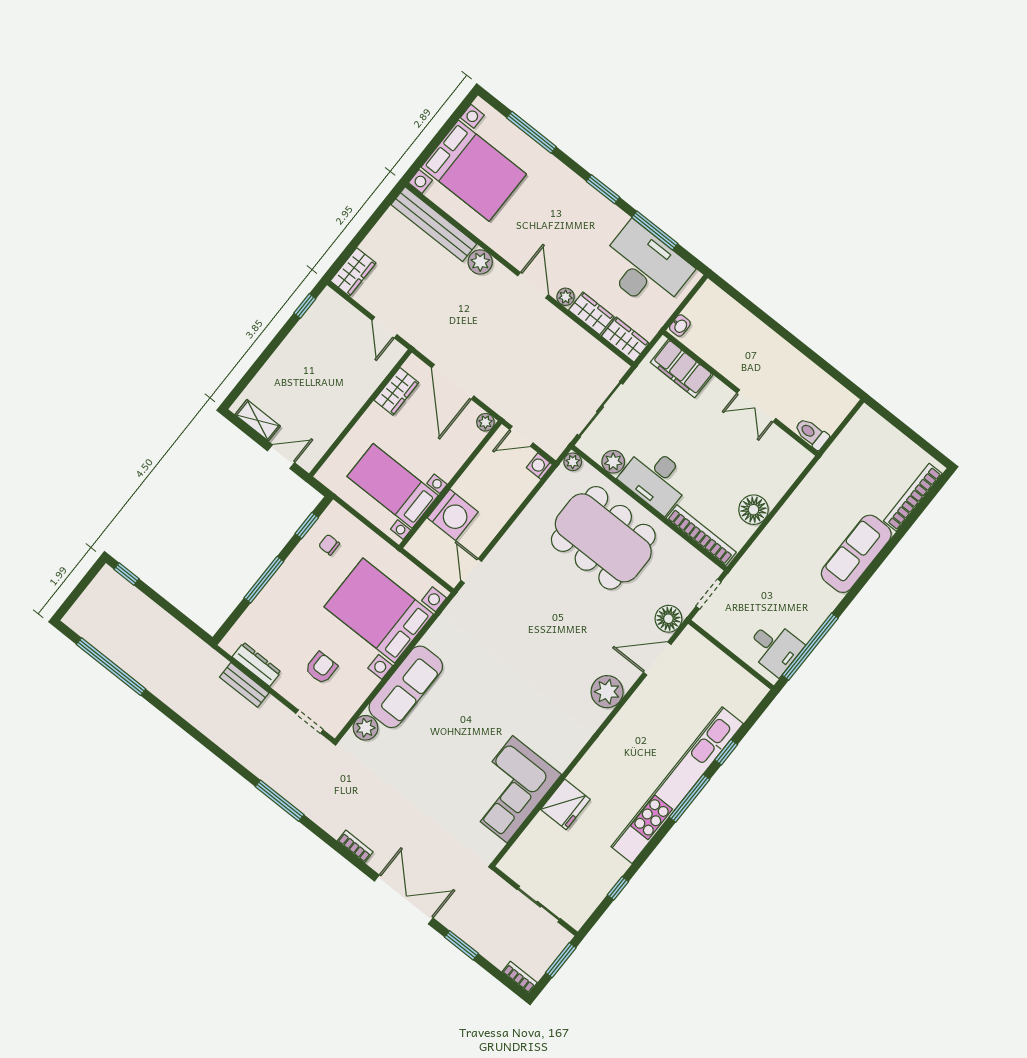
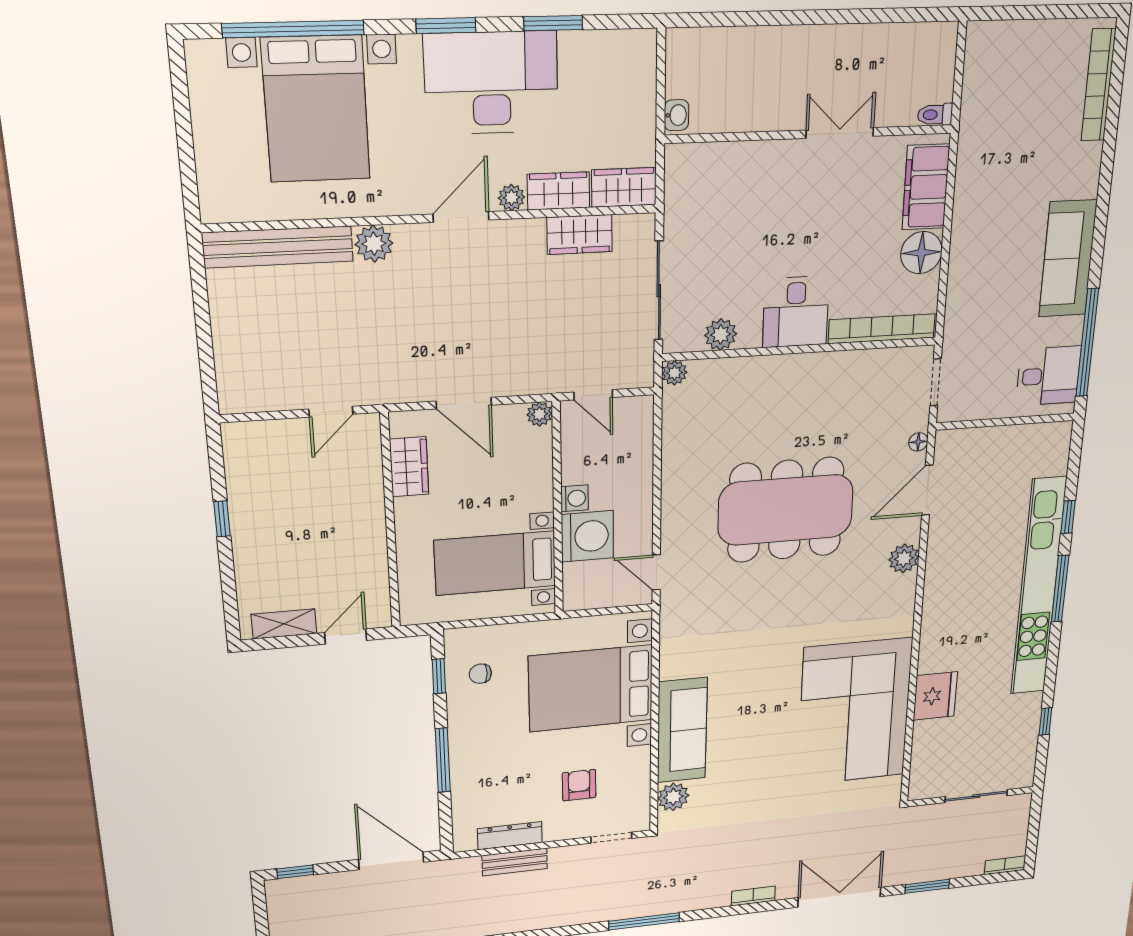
window: (531, 132) -> (293, 29), width x1.46
bed with nightstands: (474, 171) -> (316, 109), moved, turned 90
window: (655, 230) -> (553, 23), width x0.69
desk: (645, 267) -> (491, 83), moved
wardrobe: (353, 272) -> (580, 235), moved, turned 90
door: (533, 285) -> (461, 217), hinge flipped
window: (305, 306) -> (222, 519), moved
door: (385, 327) -> (331, 412), hinge flipped
filing cabinet: (682, 368) -> (926, 187), moved, turned 90
door: (453, 382) -> (464, 403), width x0.73
double door: (756, 406) -> (840, 133), swing flipped
toilet: (812, 434) -> (935, 115), width x0.73, depth x0.72
door: (521, 436) -> (593, 395), hinge flipped
washing machine: (539, 466) -> (575, 498), moved, turned 180
desk: (656, 479) -> (796, 312), width x0.73
dining table: (603, 538) -> (786, 510), moved
sofa: (856, 554) -> (1068, 259), moved
door: (181, 617) -> (391, 861), added
floor lamp: (668, 619) -> (918, 442), width x0.53, depth x0.53
plant: (607, 692) -> (904, 558), width x0.73, depth x0.73
corner sofa: (510, 789) -> (855, 712), width x1.36, depth x1.36
window: (561, 960) -> (1034, 821), removed

